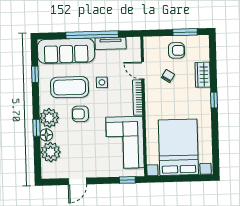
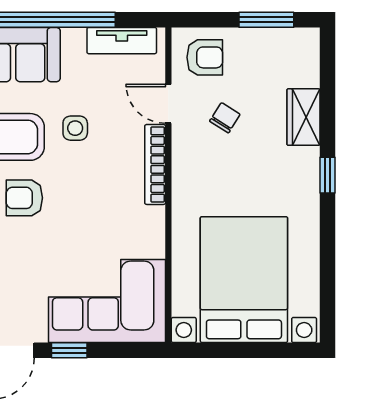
tv unit: (111, 43) -> (122, 41), moved
armchair: (176, 50) -> (205, 57), moved
corner sofa: (125, 142) -> (107, 301), moved, turned 90
window: (127, 180) -> (69, 350), moved

